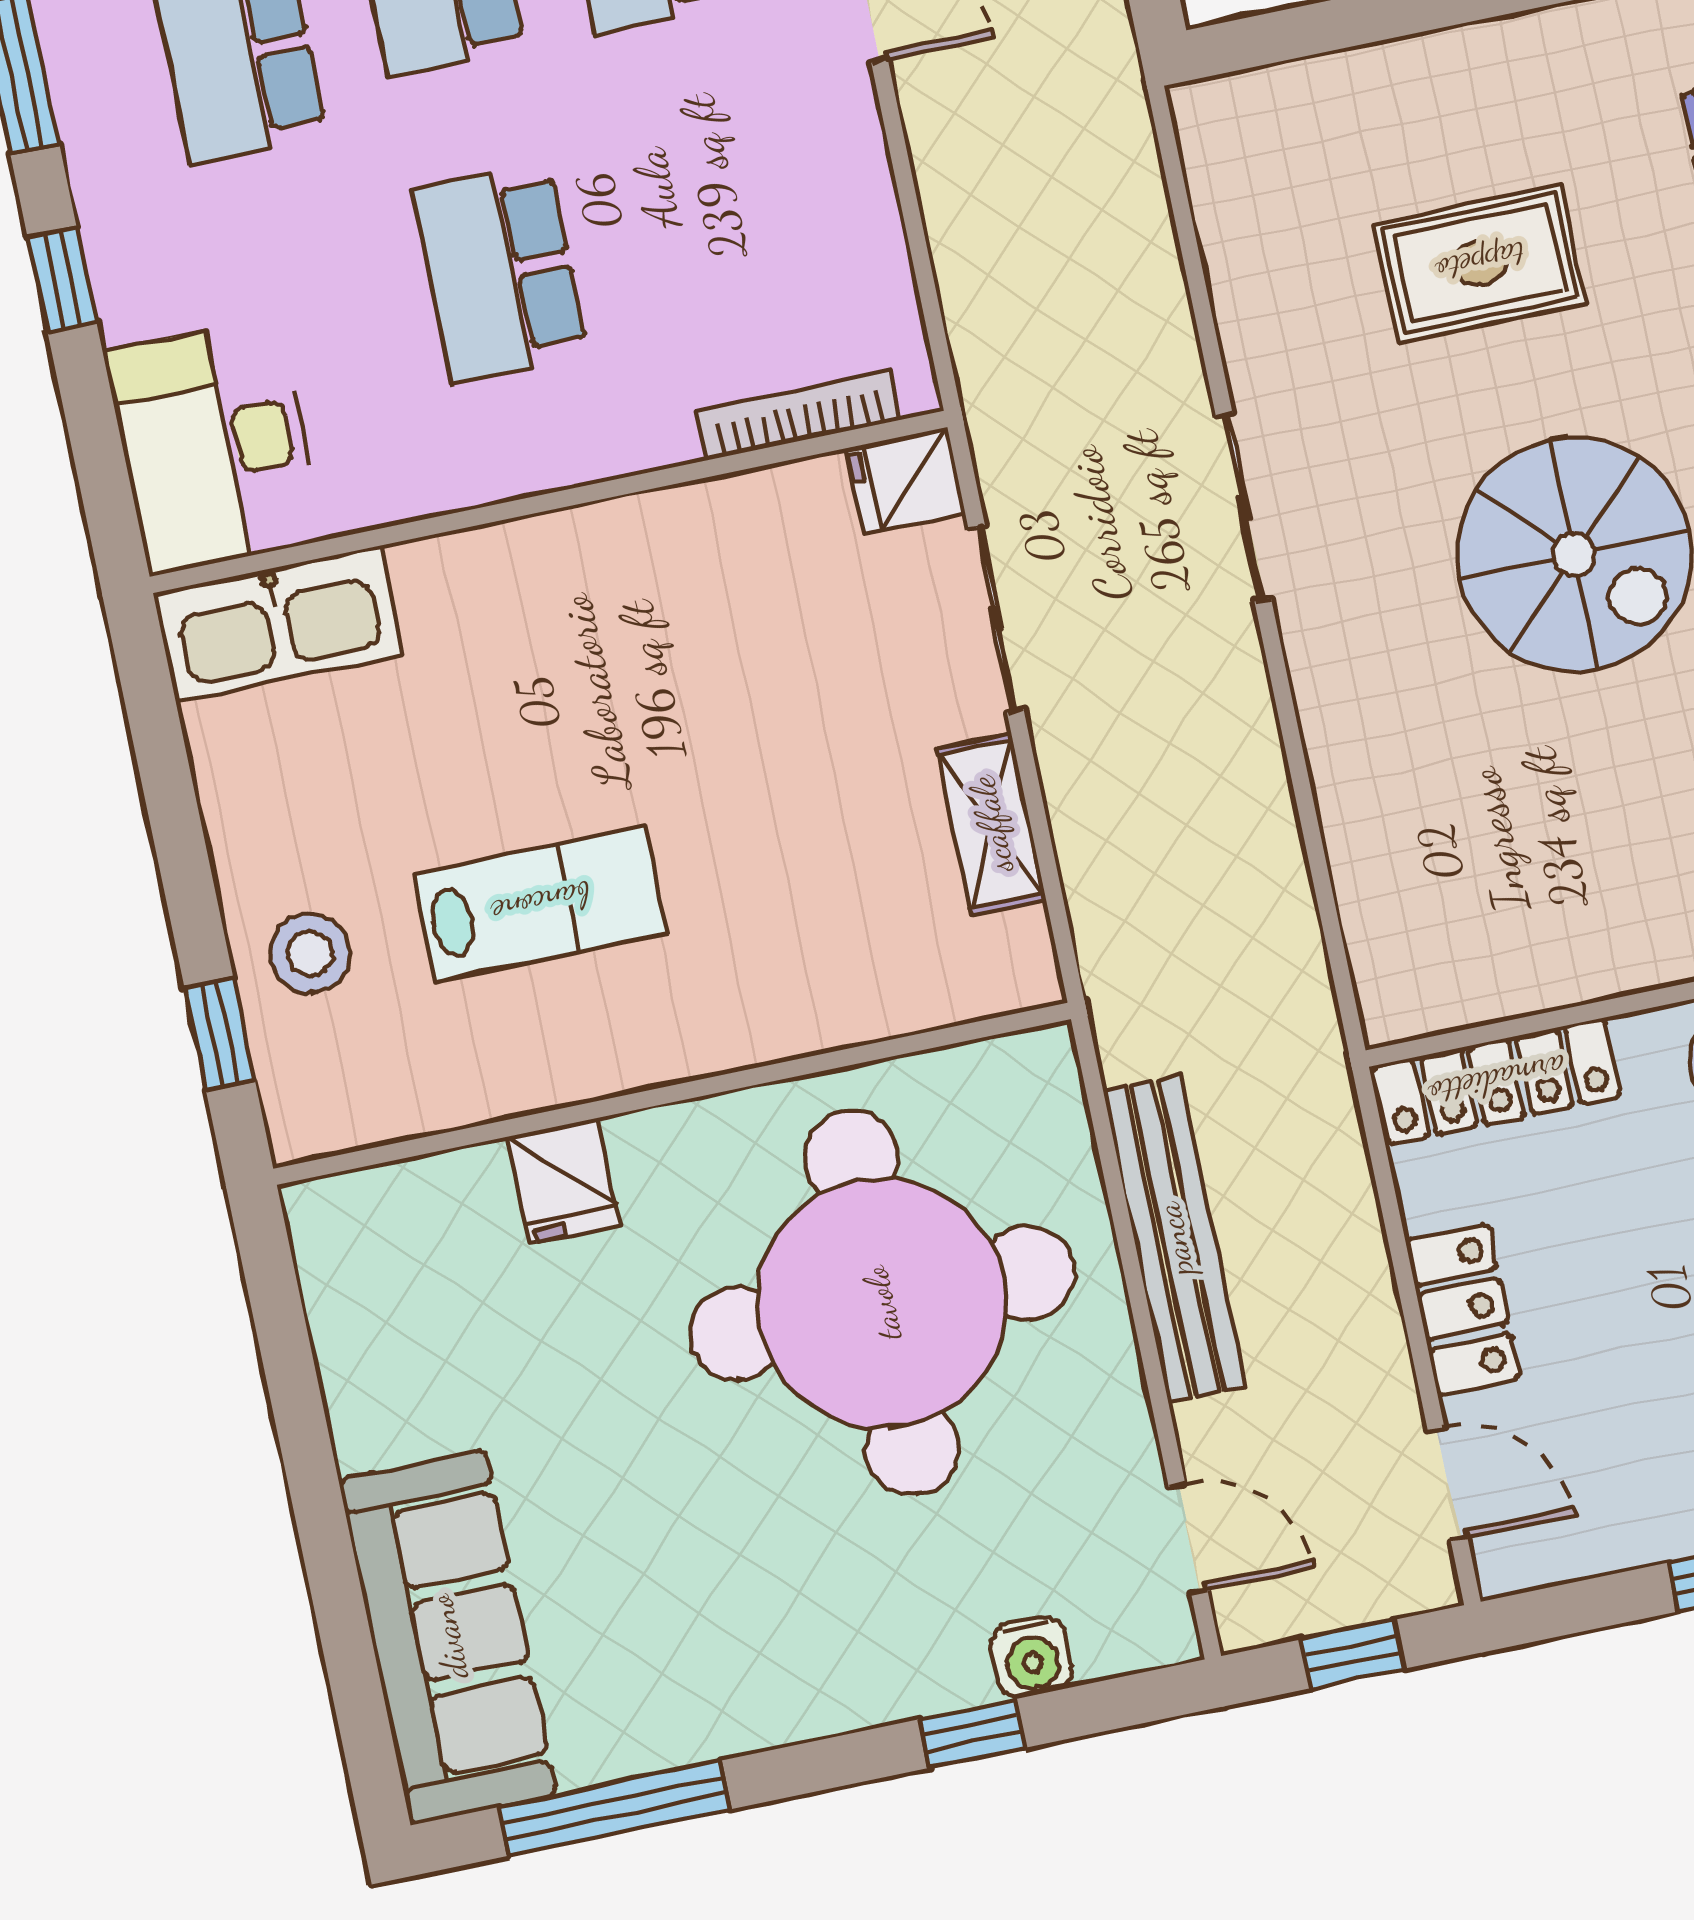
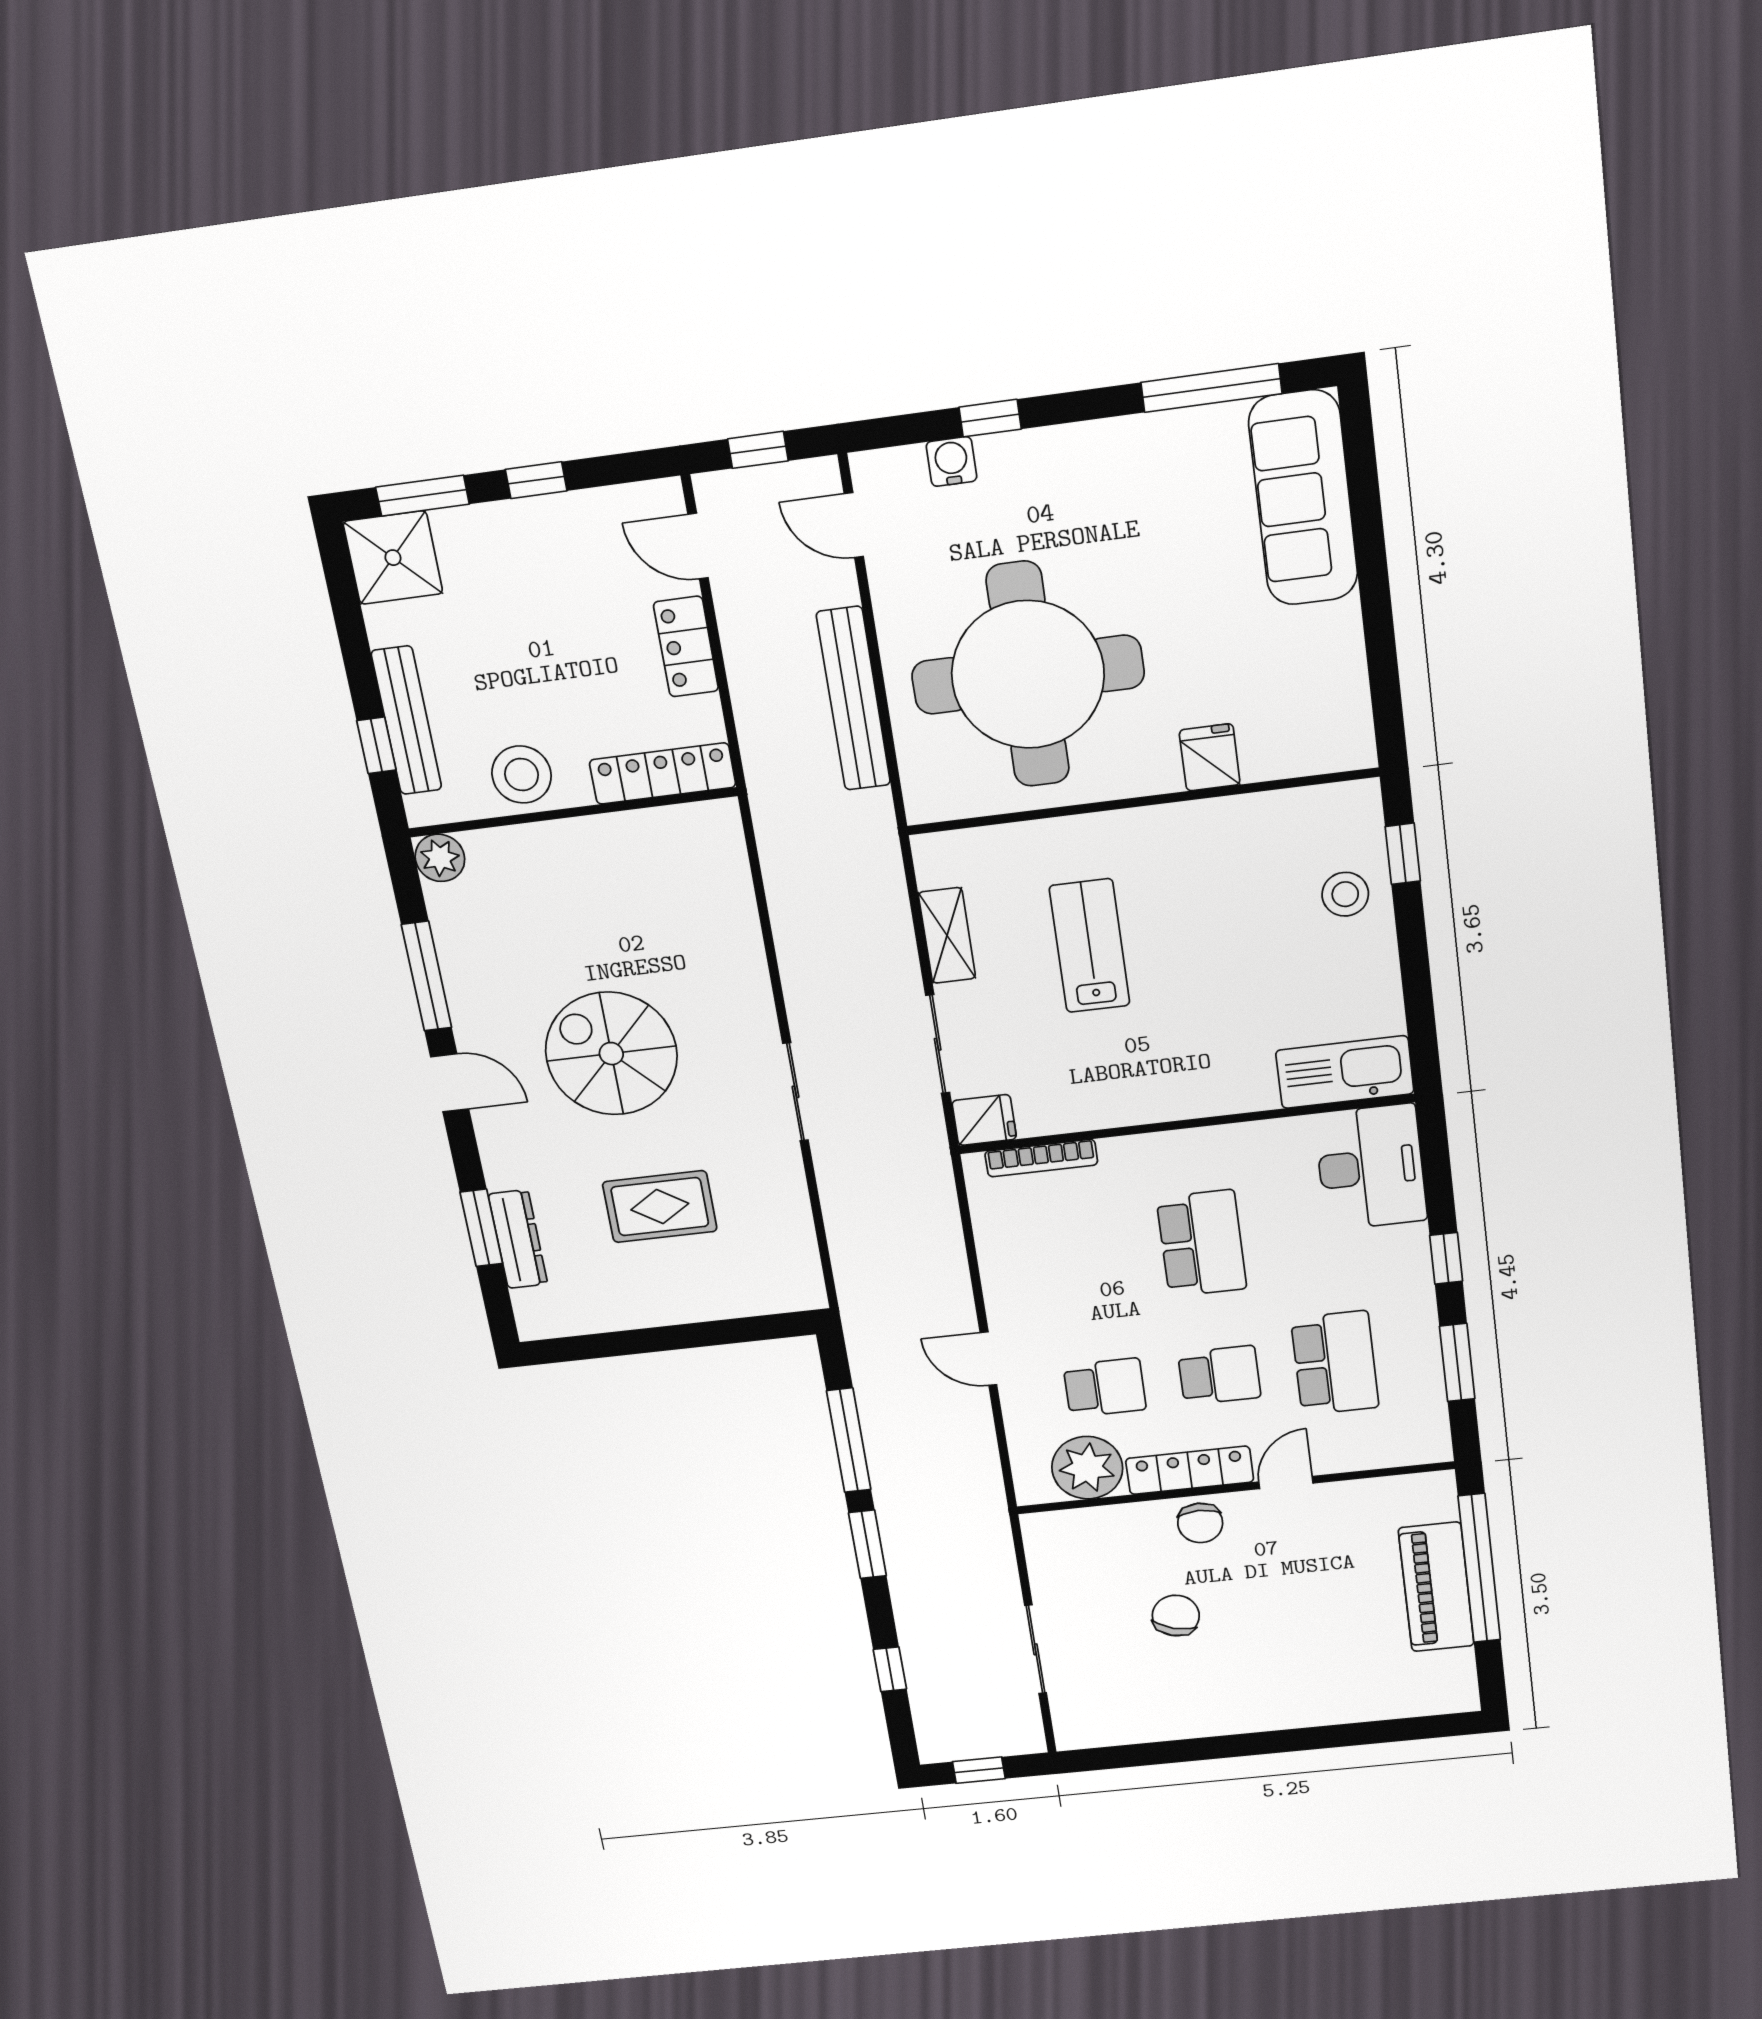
lab bench: (541, 904) -> (1090, 946), moved, turned 90

